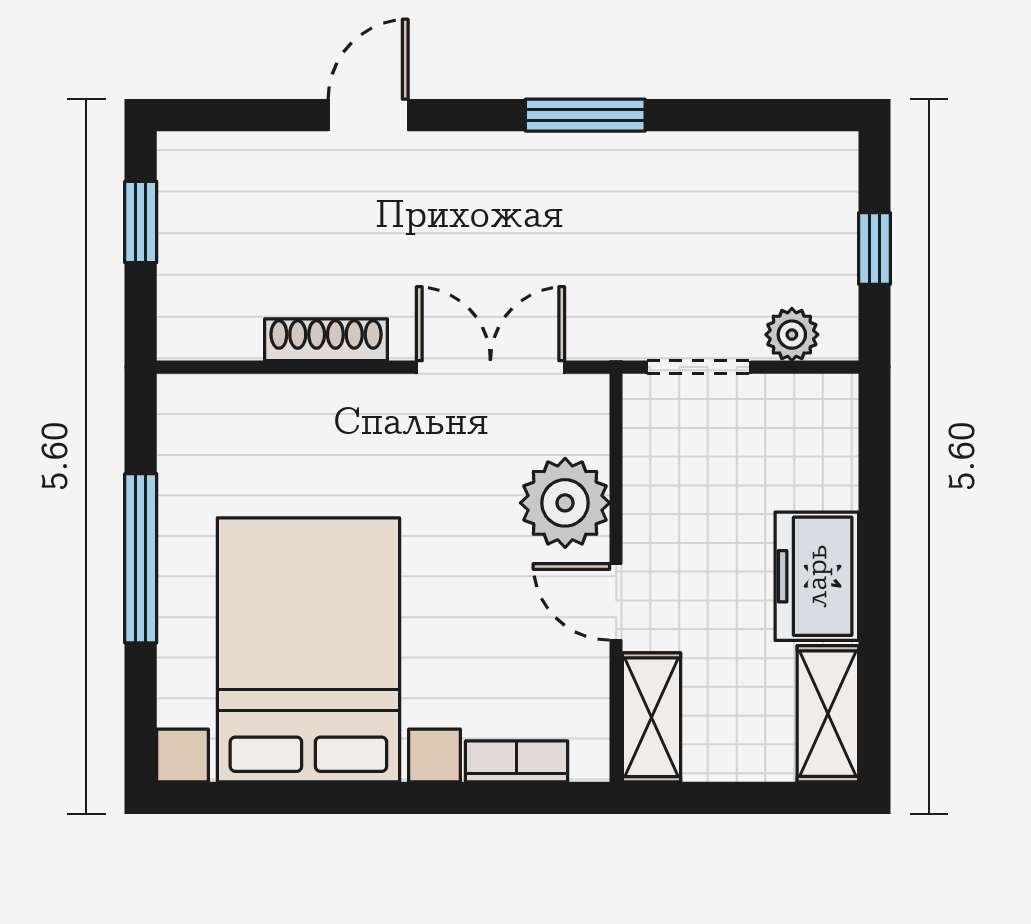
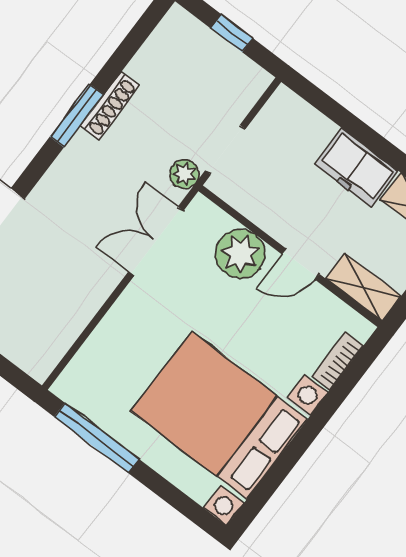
plant: (792, 335) -> (184, 174), moved
shoe rack: (326, 340) -> (110, 106), moved, turned 180
window: (141, 558) -> (97, 438), moved

